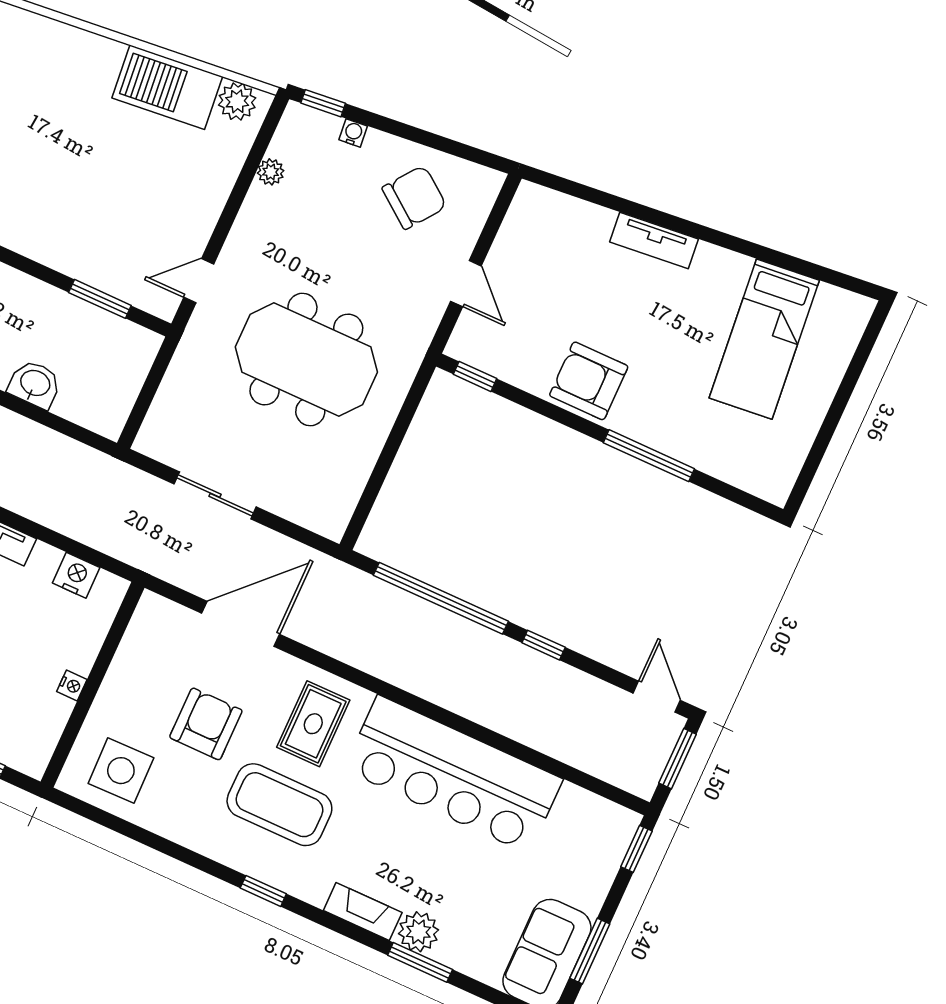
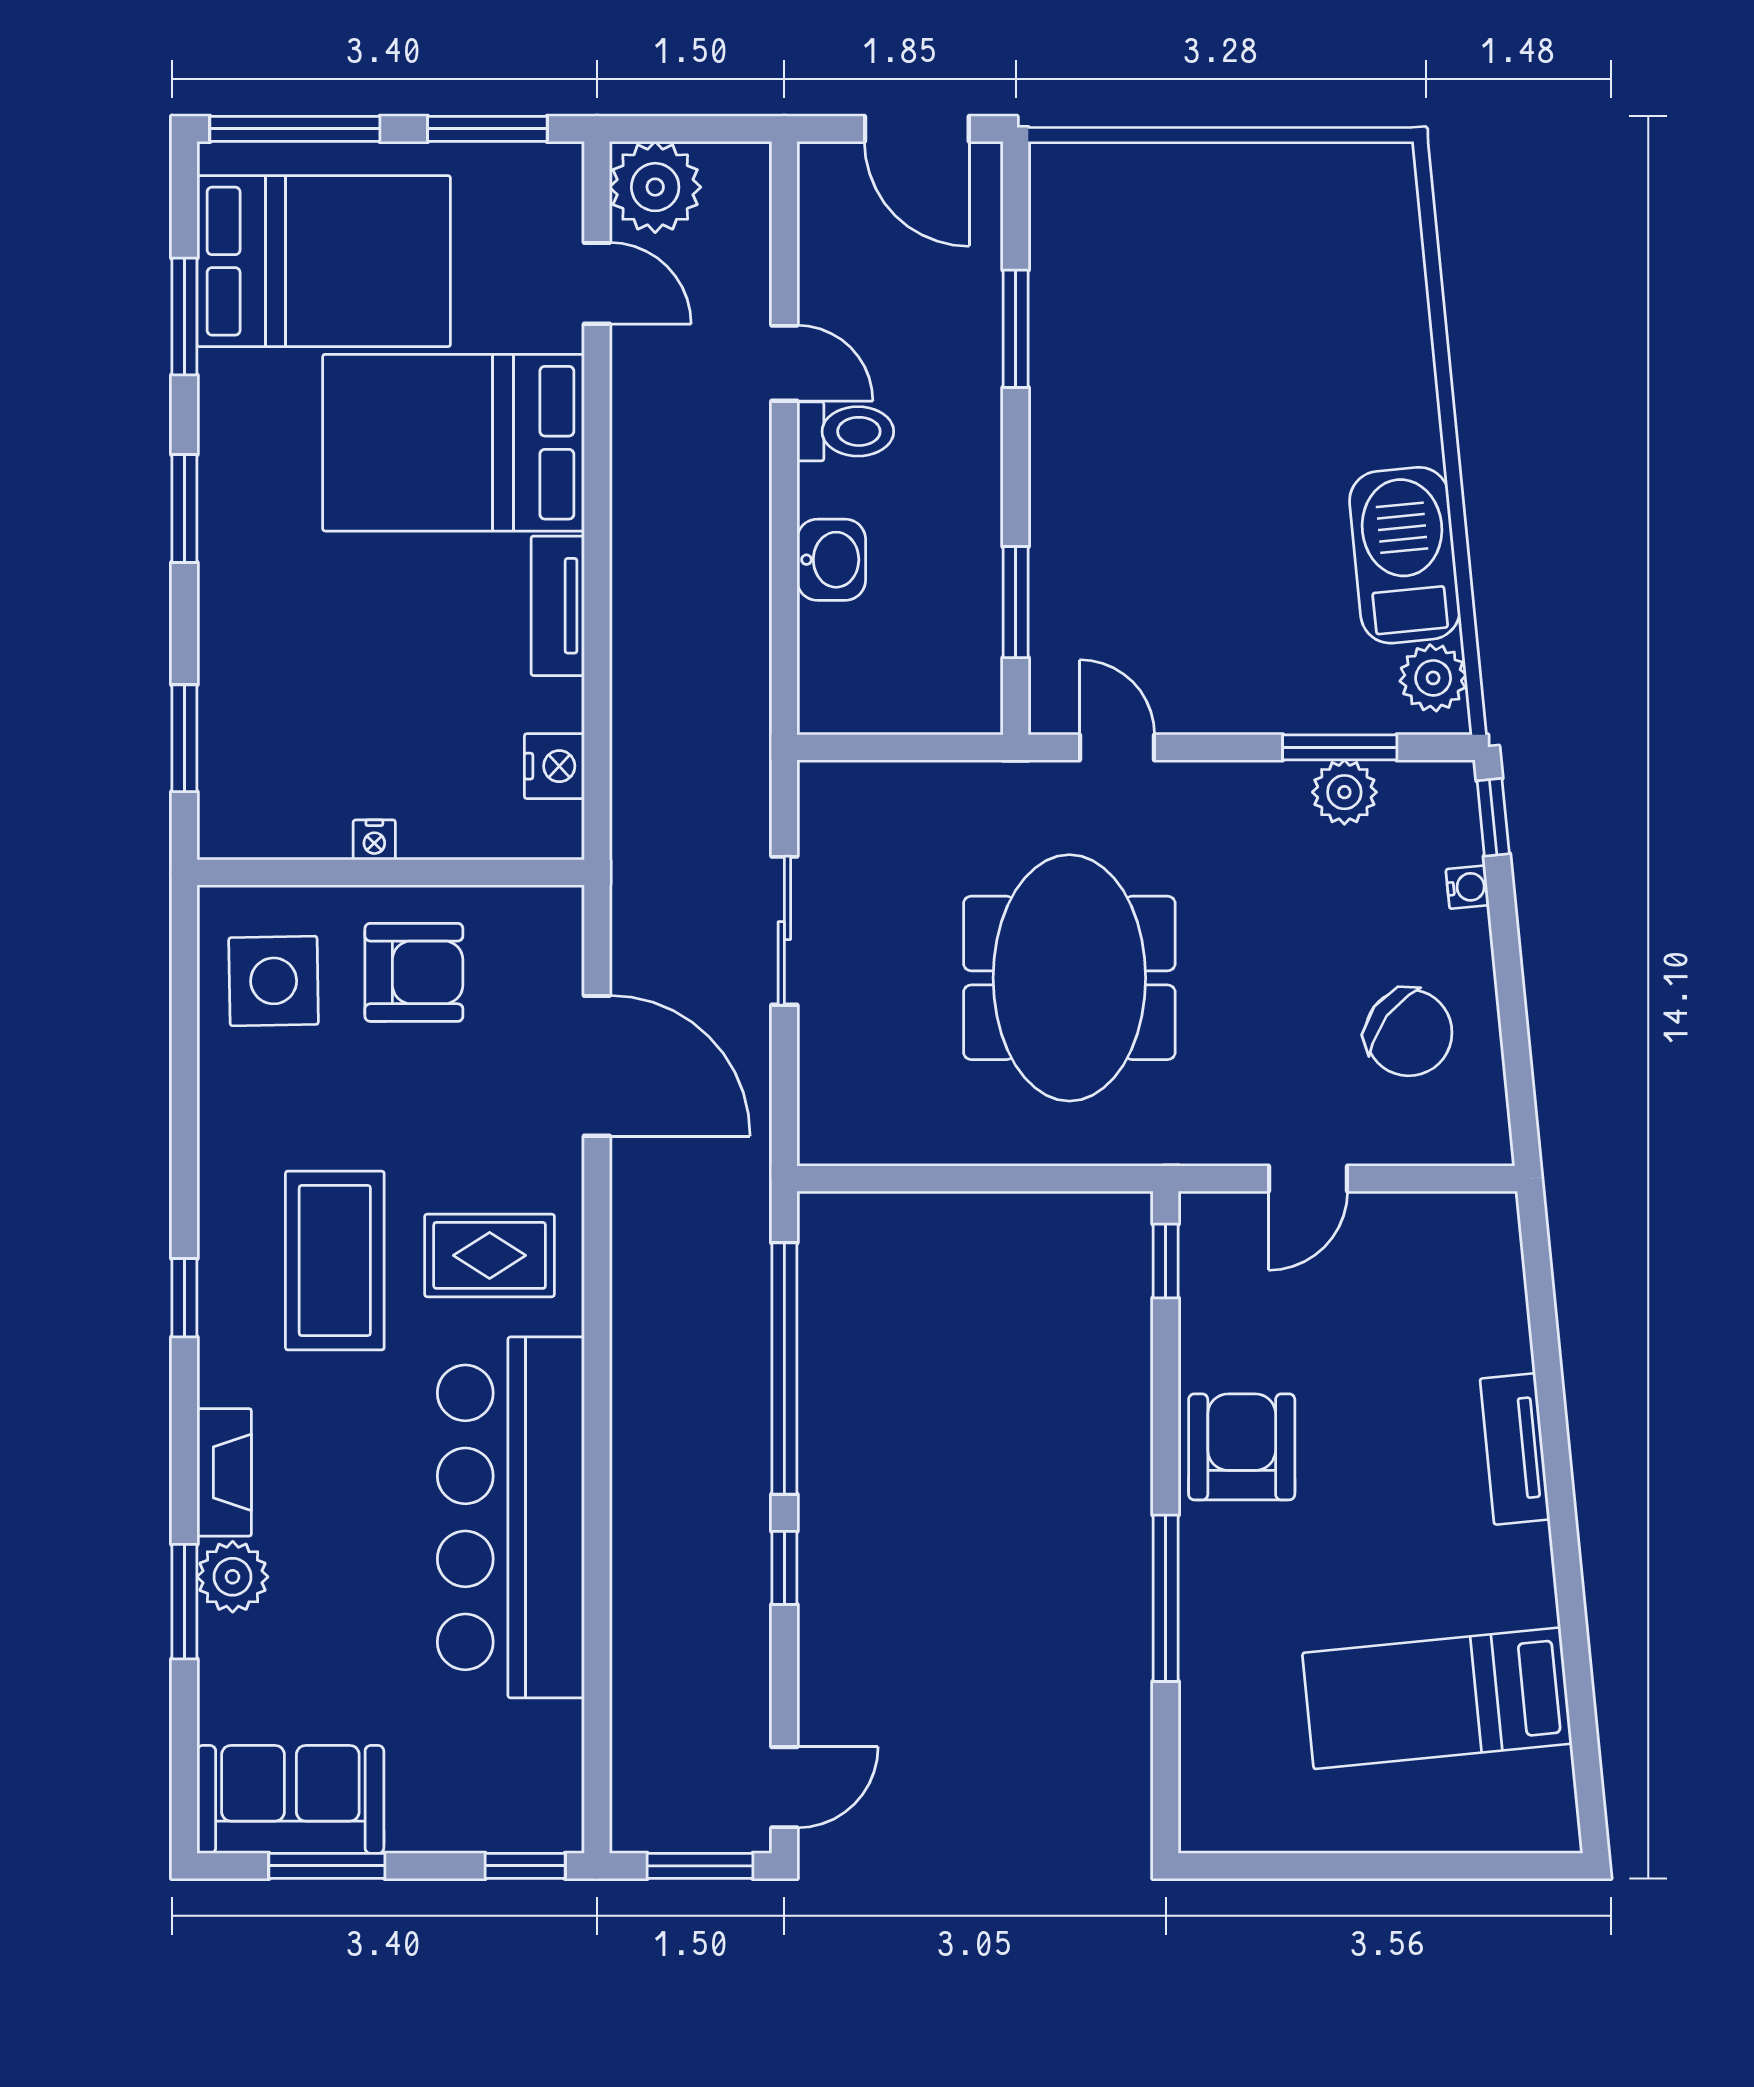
window: (251, 166) -> (1340, 747), added
plant: (271, 172) -> (1344, 792), width x1.38, depth x1.38
armchair: (206, 724) -> (414, 972), moved

